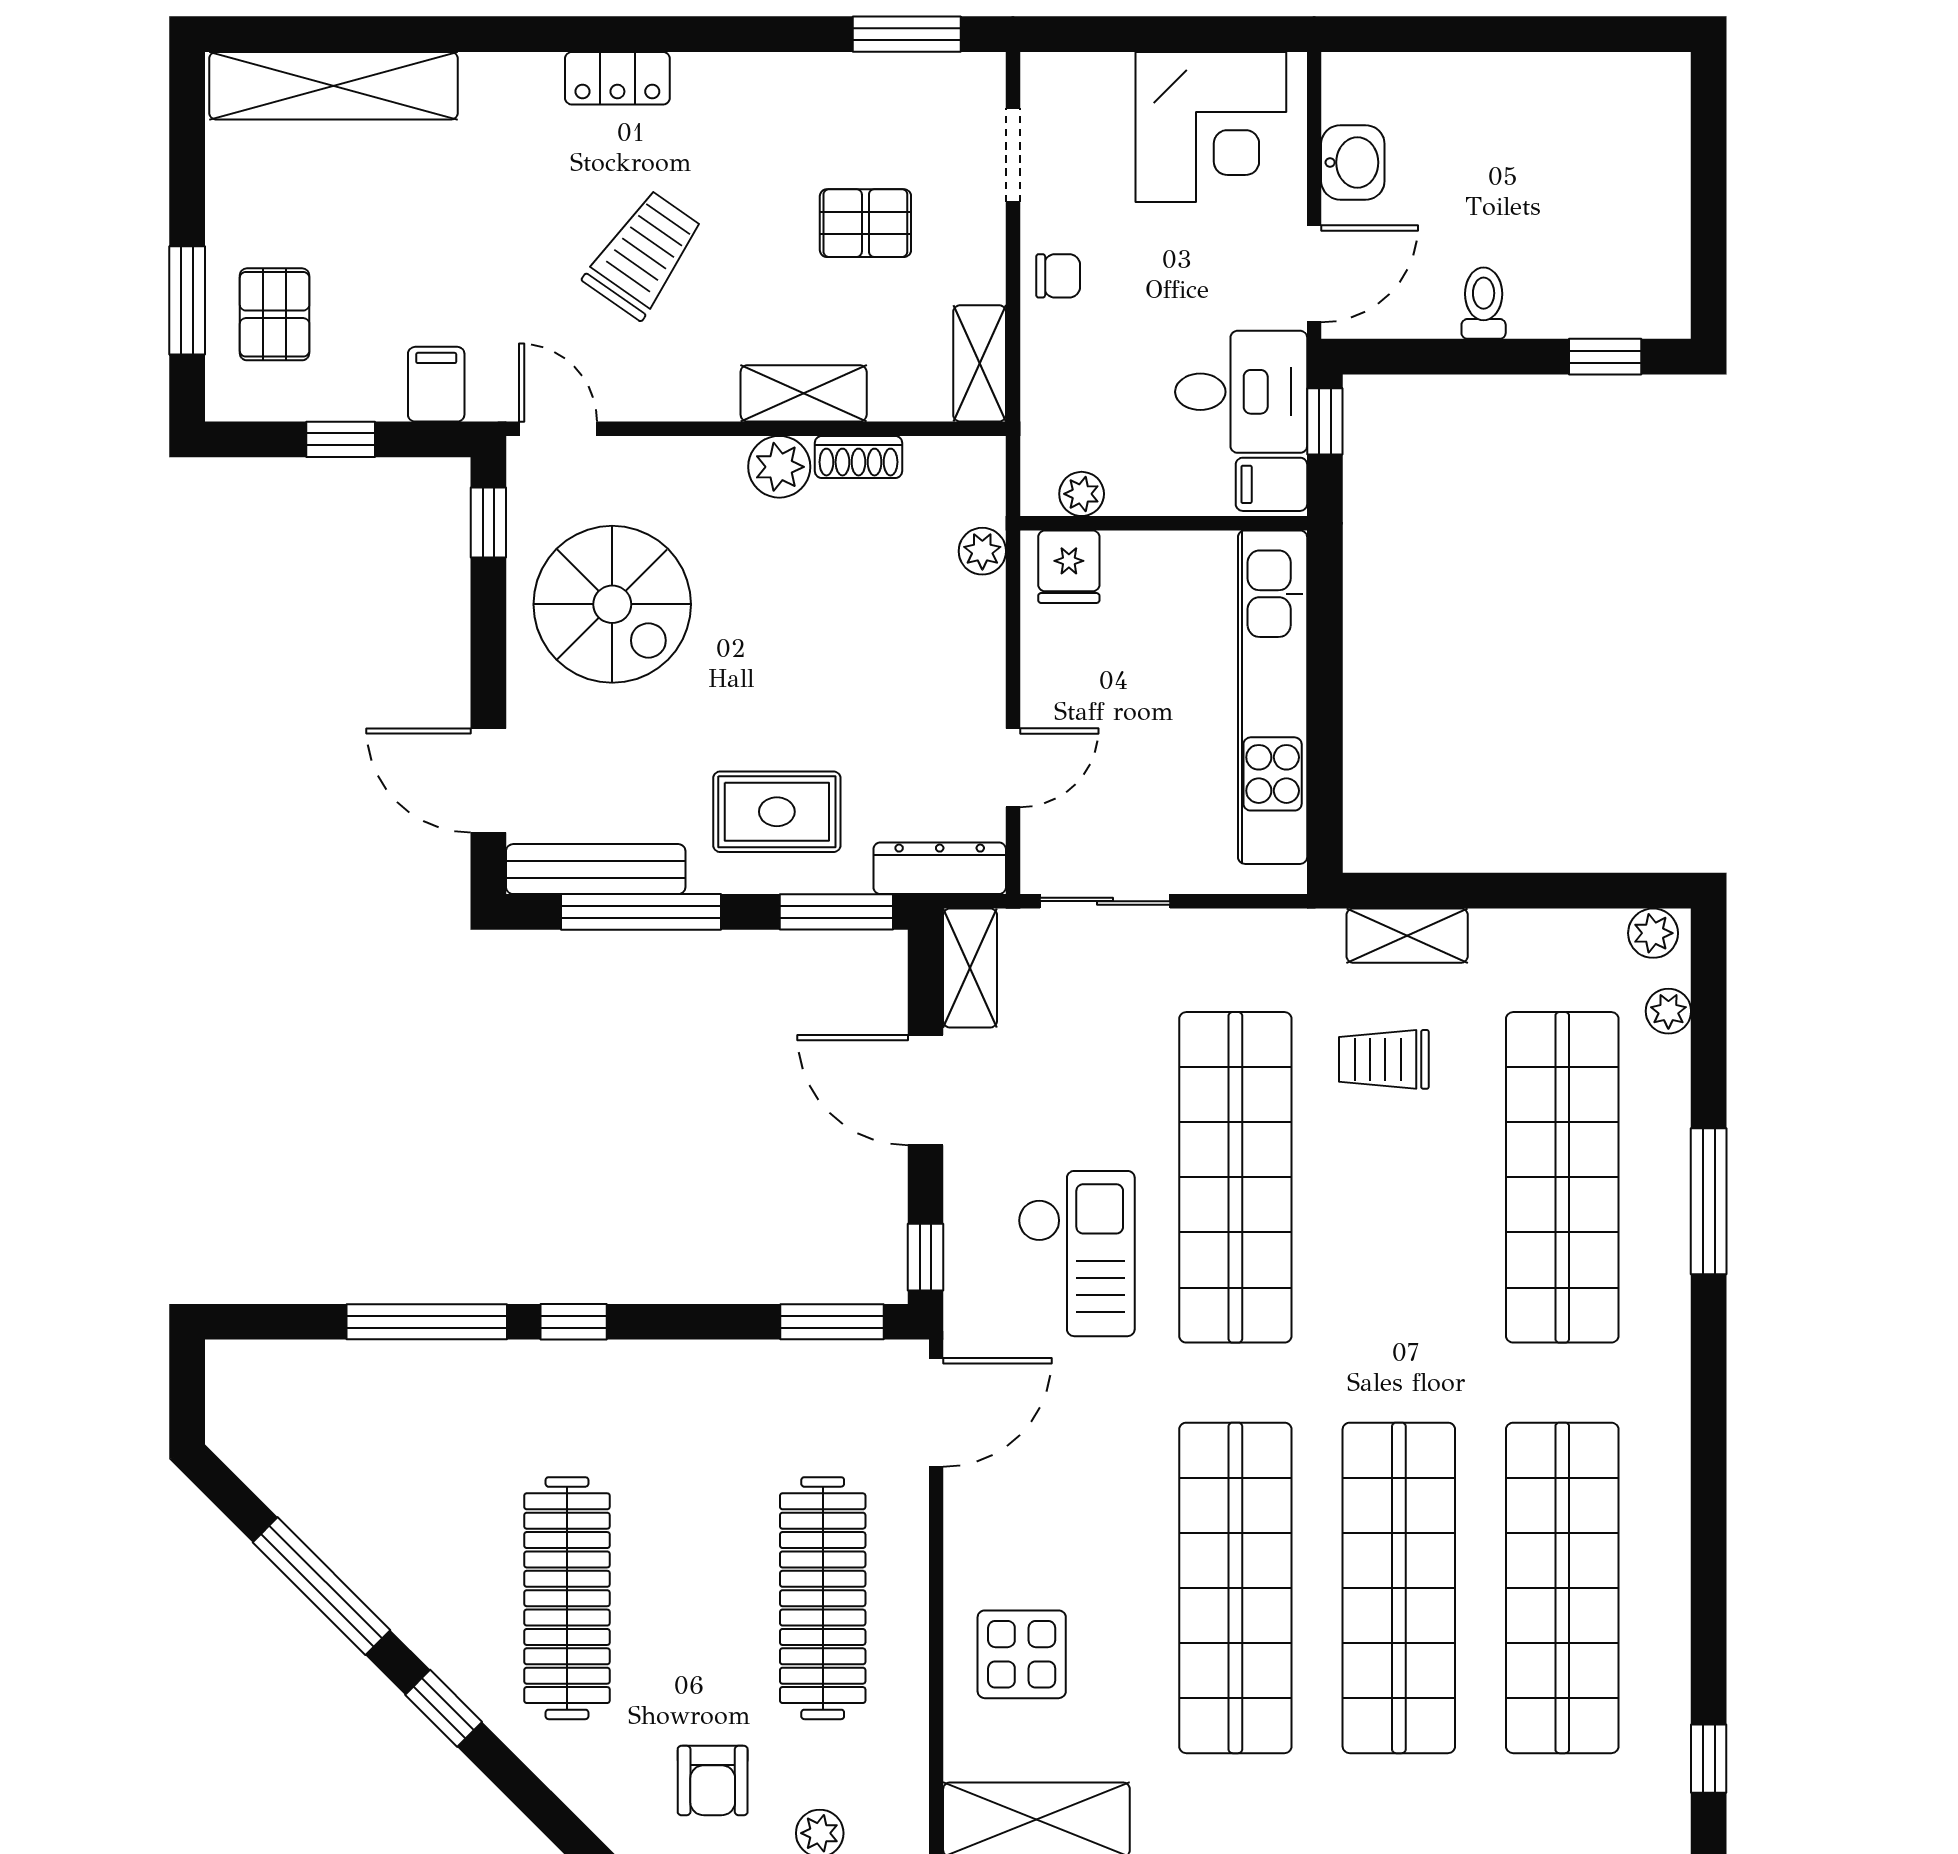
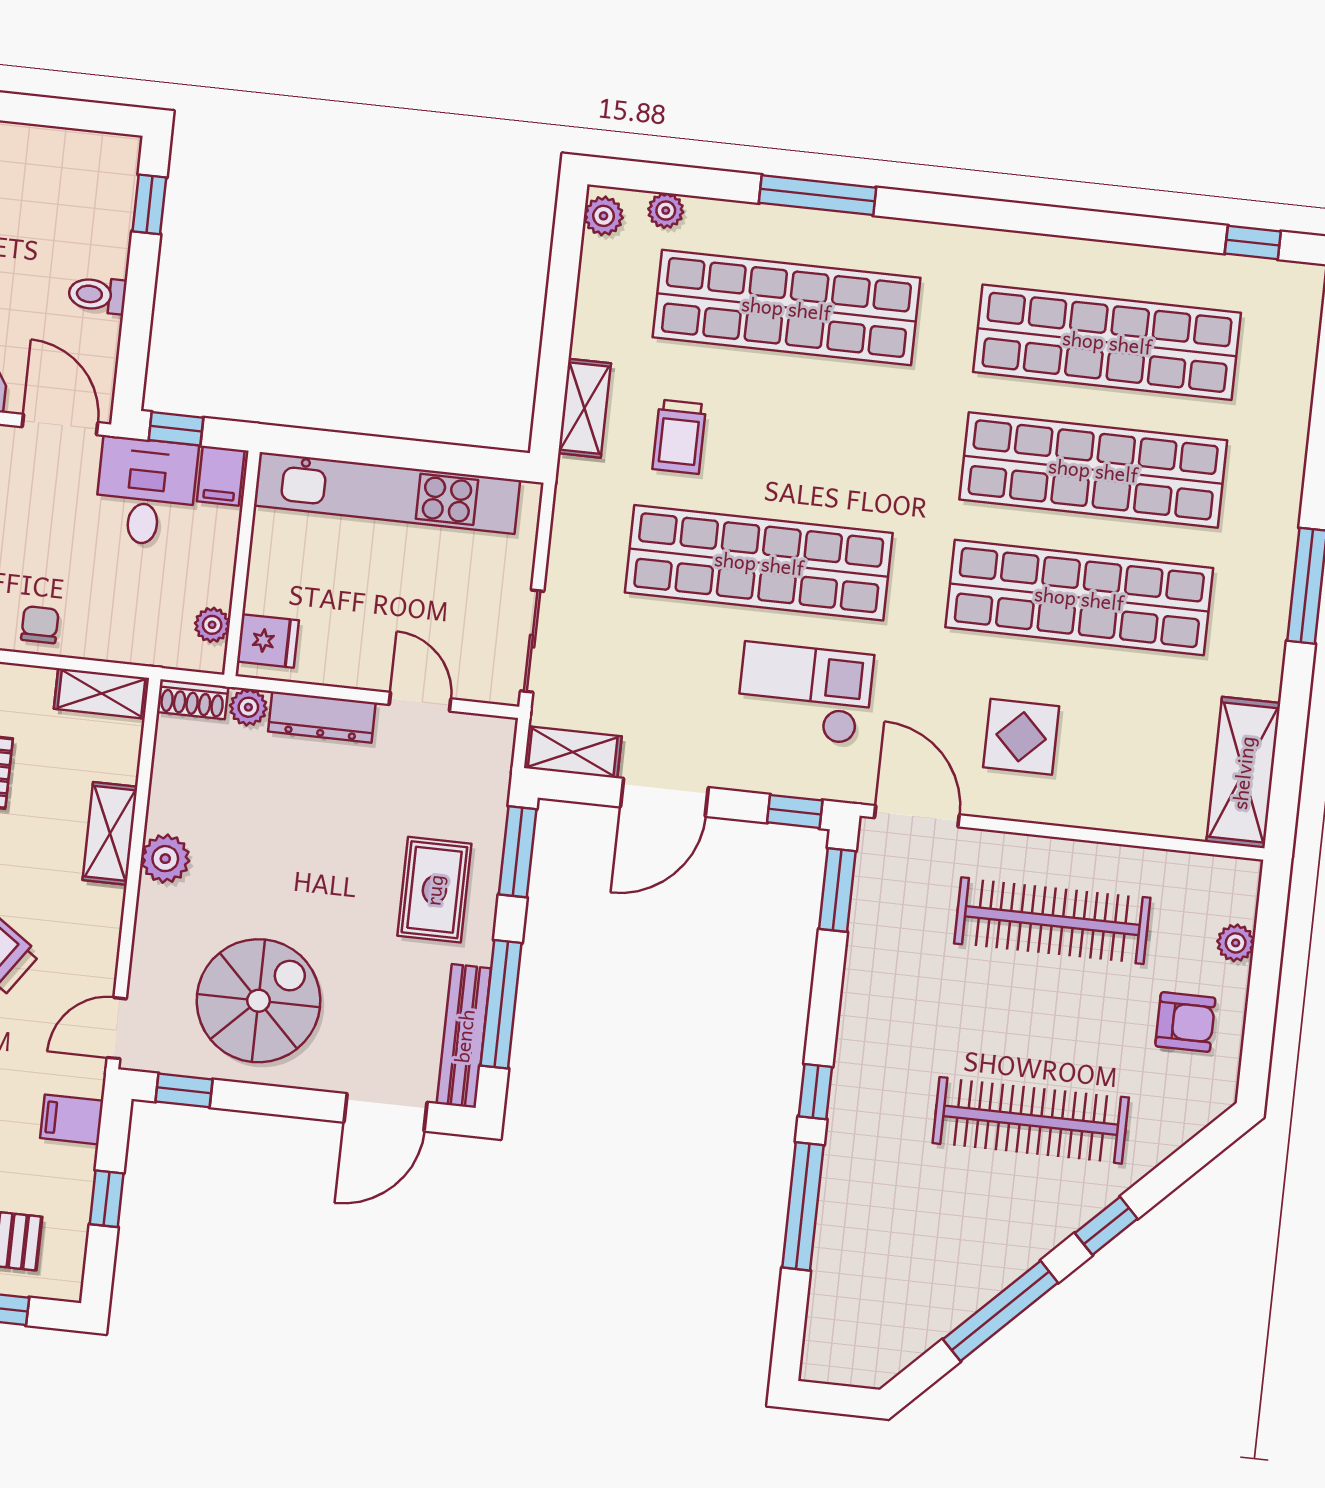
shoe rack: (858, 457) -> (193, 699), moved, turned 90
dresser: (940, 868) -> (322, 717), moved, turned -90
display table: (1022, 1654) -> (1021, 737), moved

